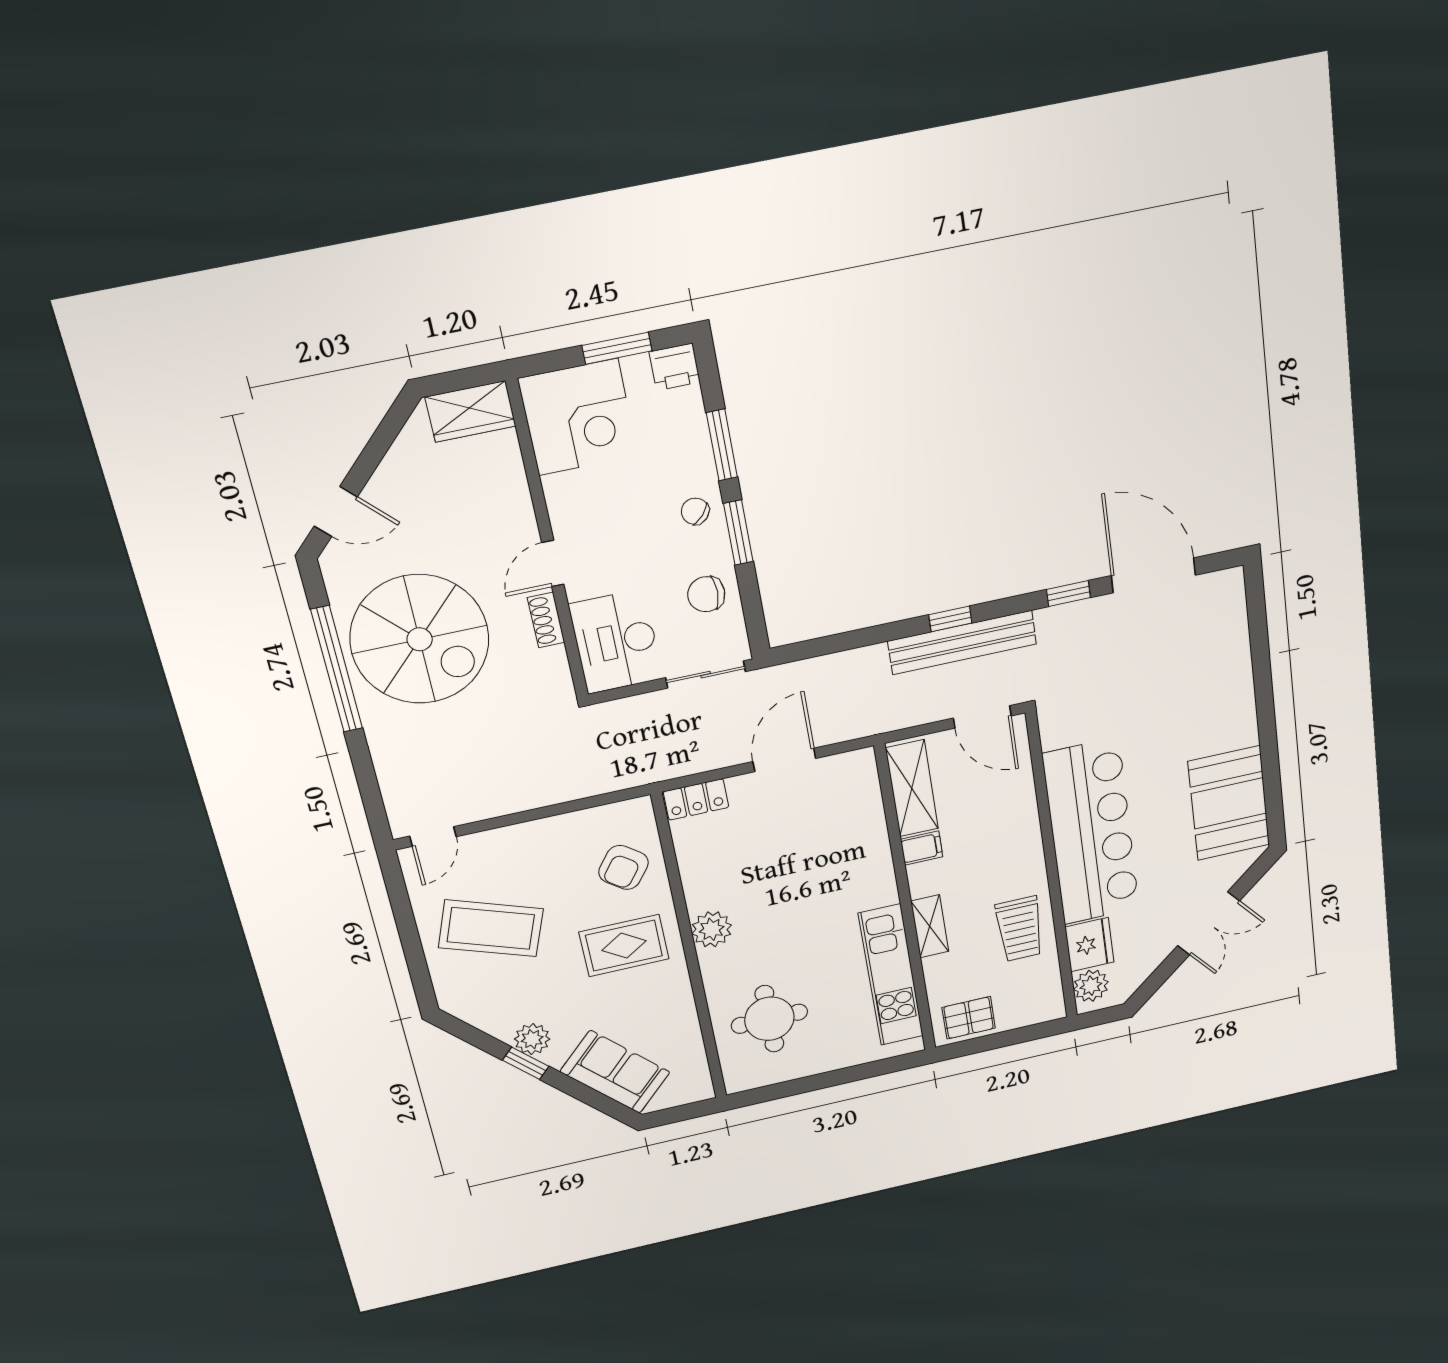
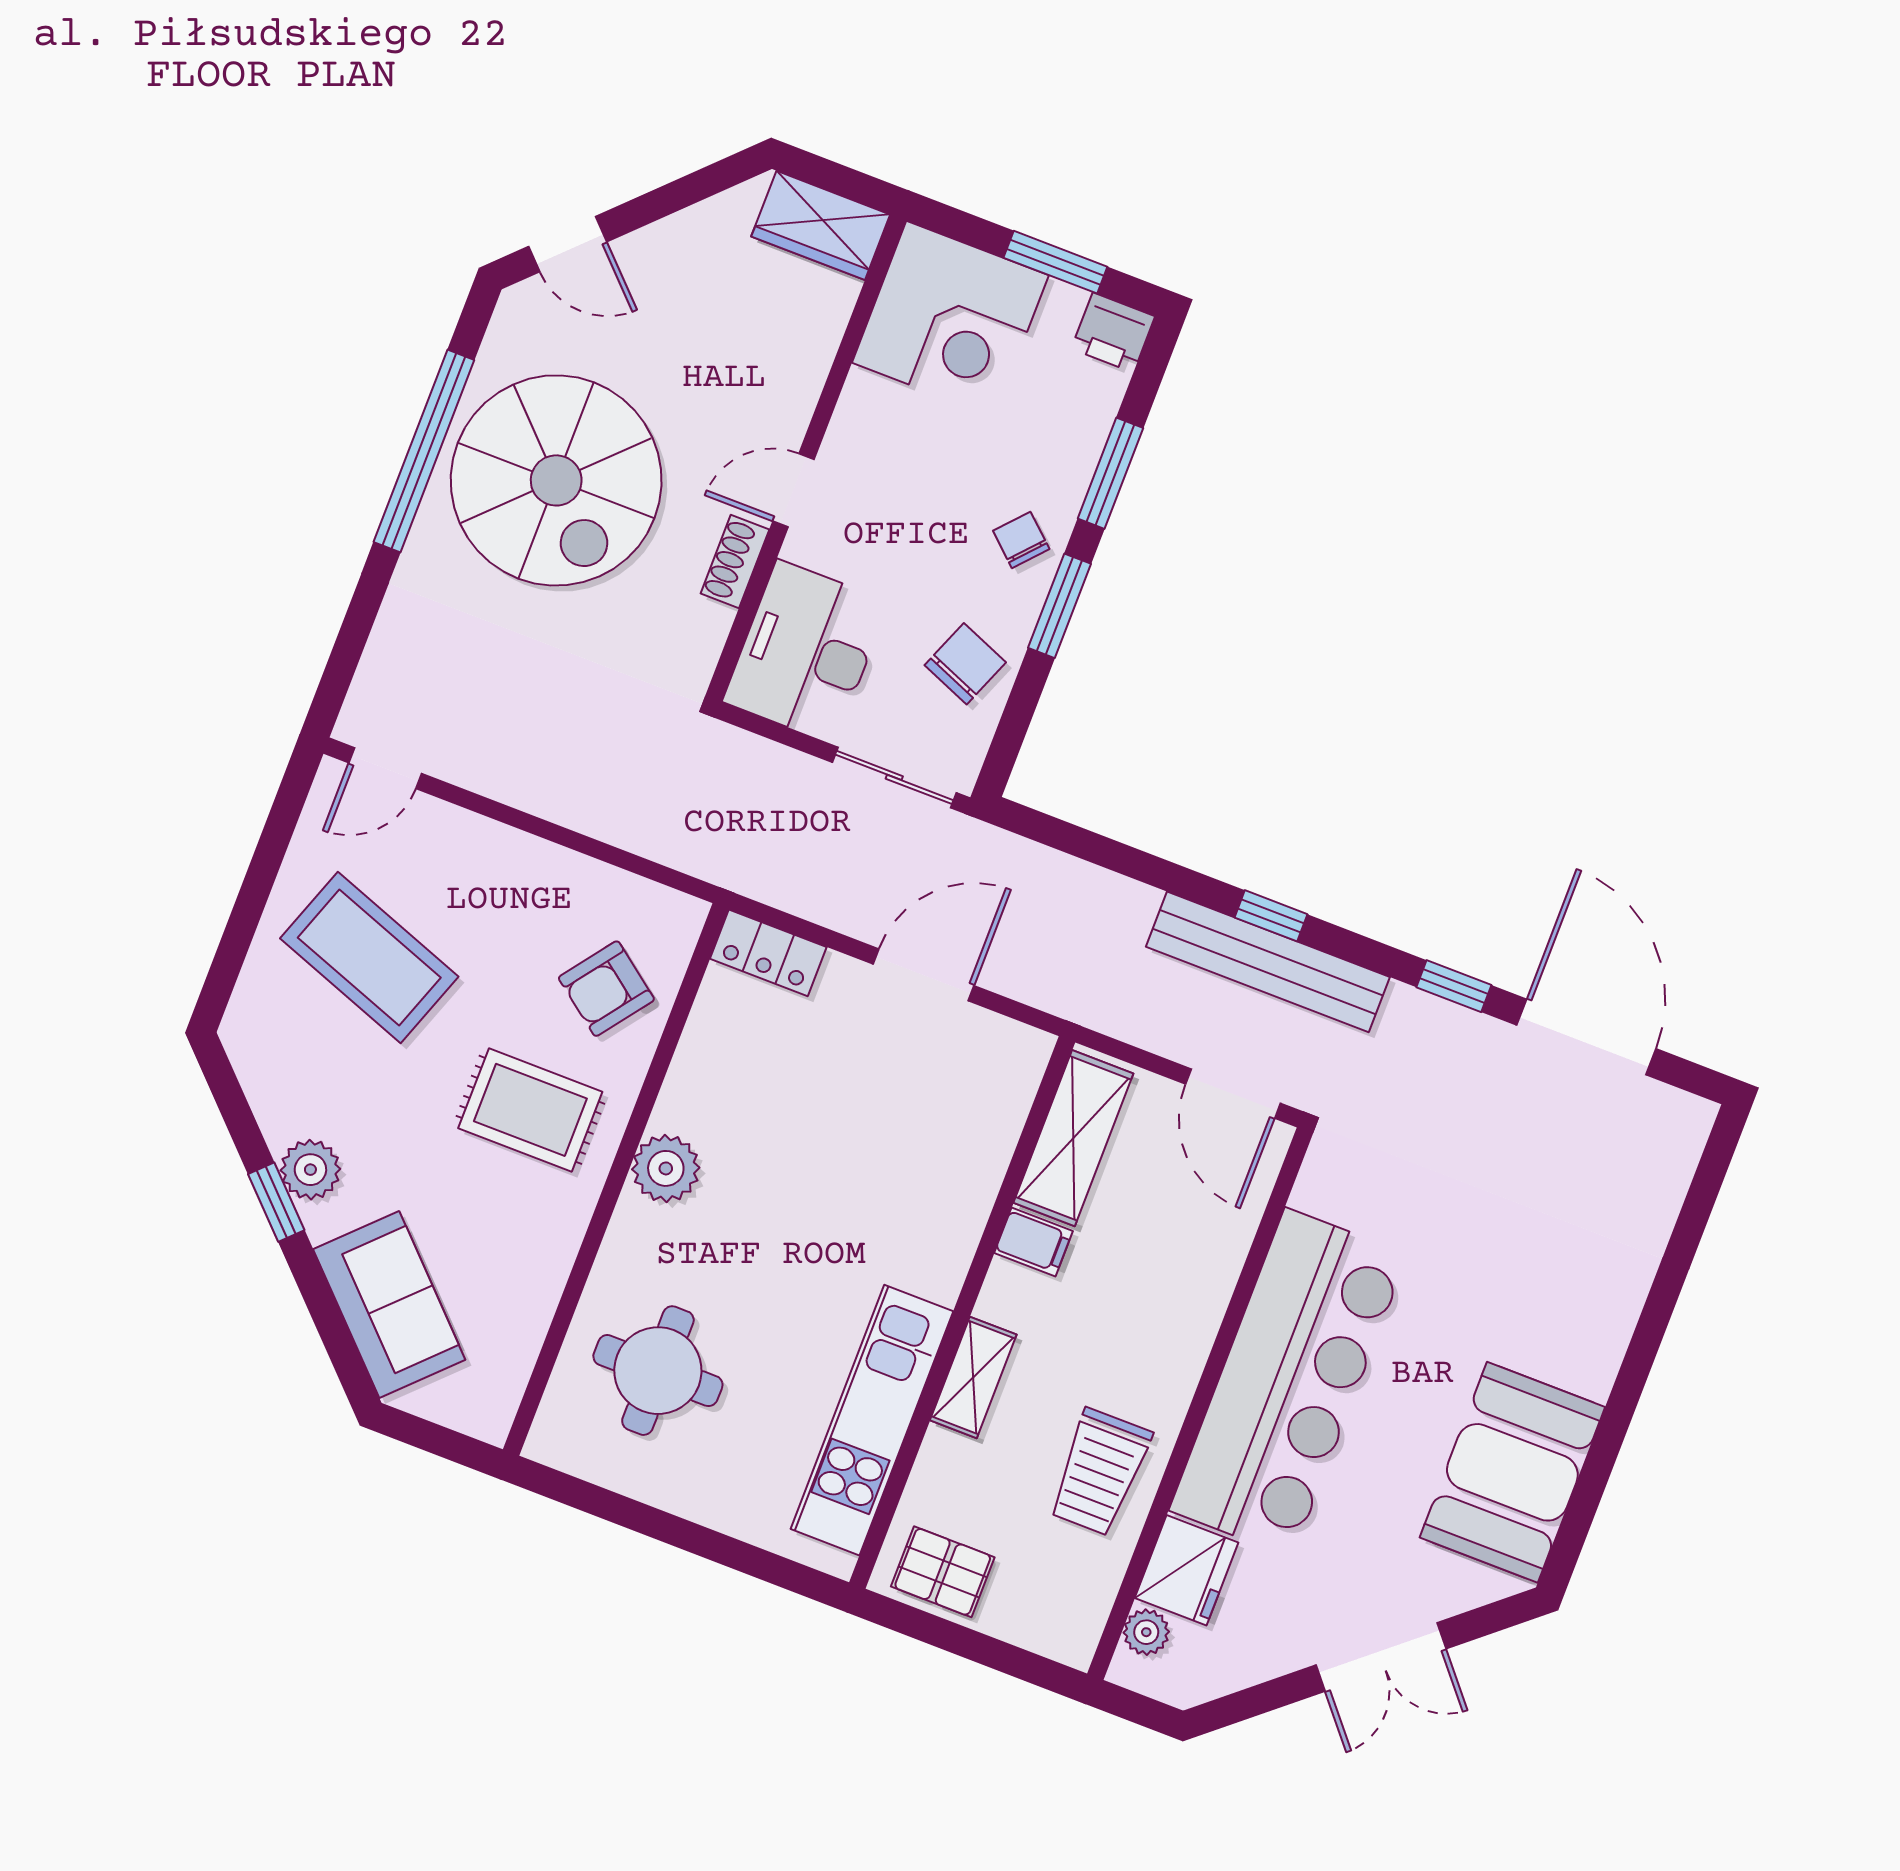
chair: (706, 594) -> (965, 664), turned 112
plant: (1091, 986) -> (1146, 1632), width x0.73, depth x0.73

